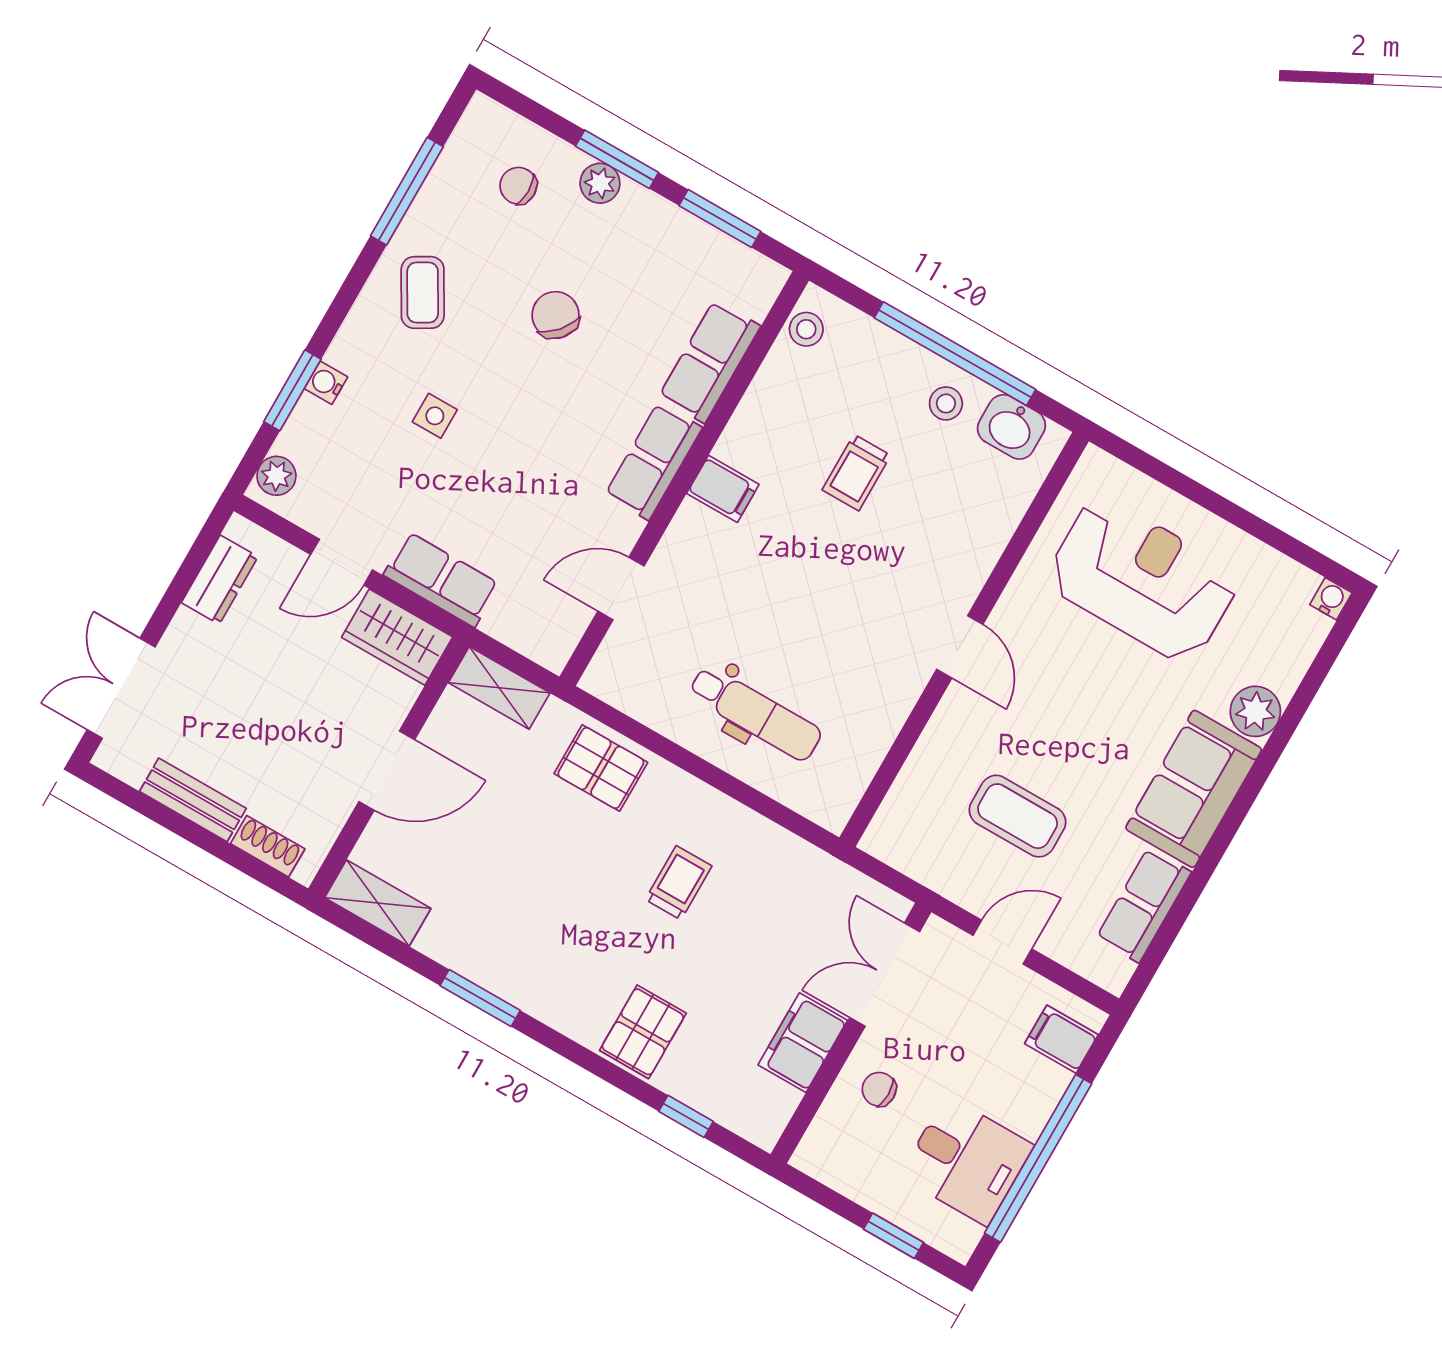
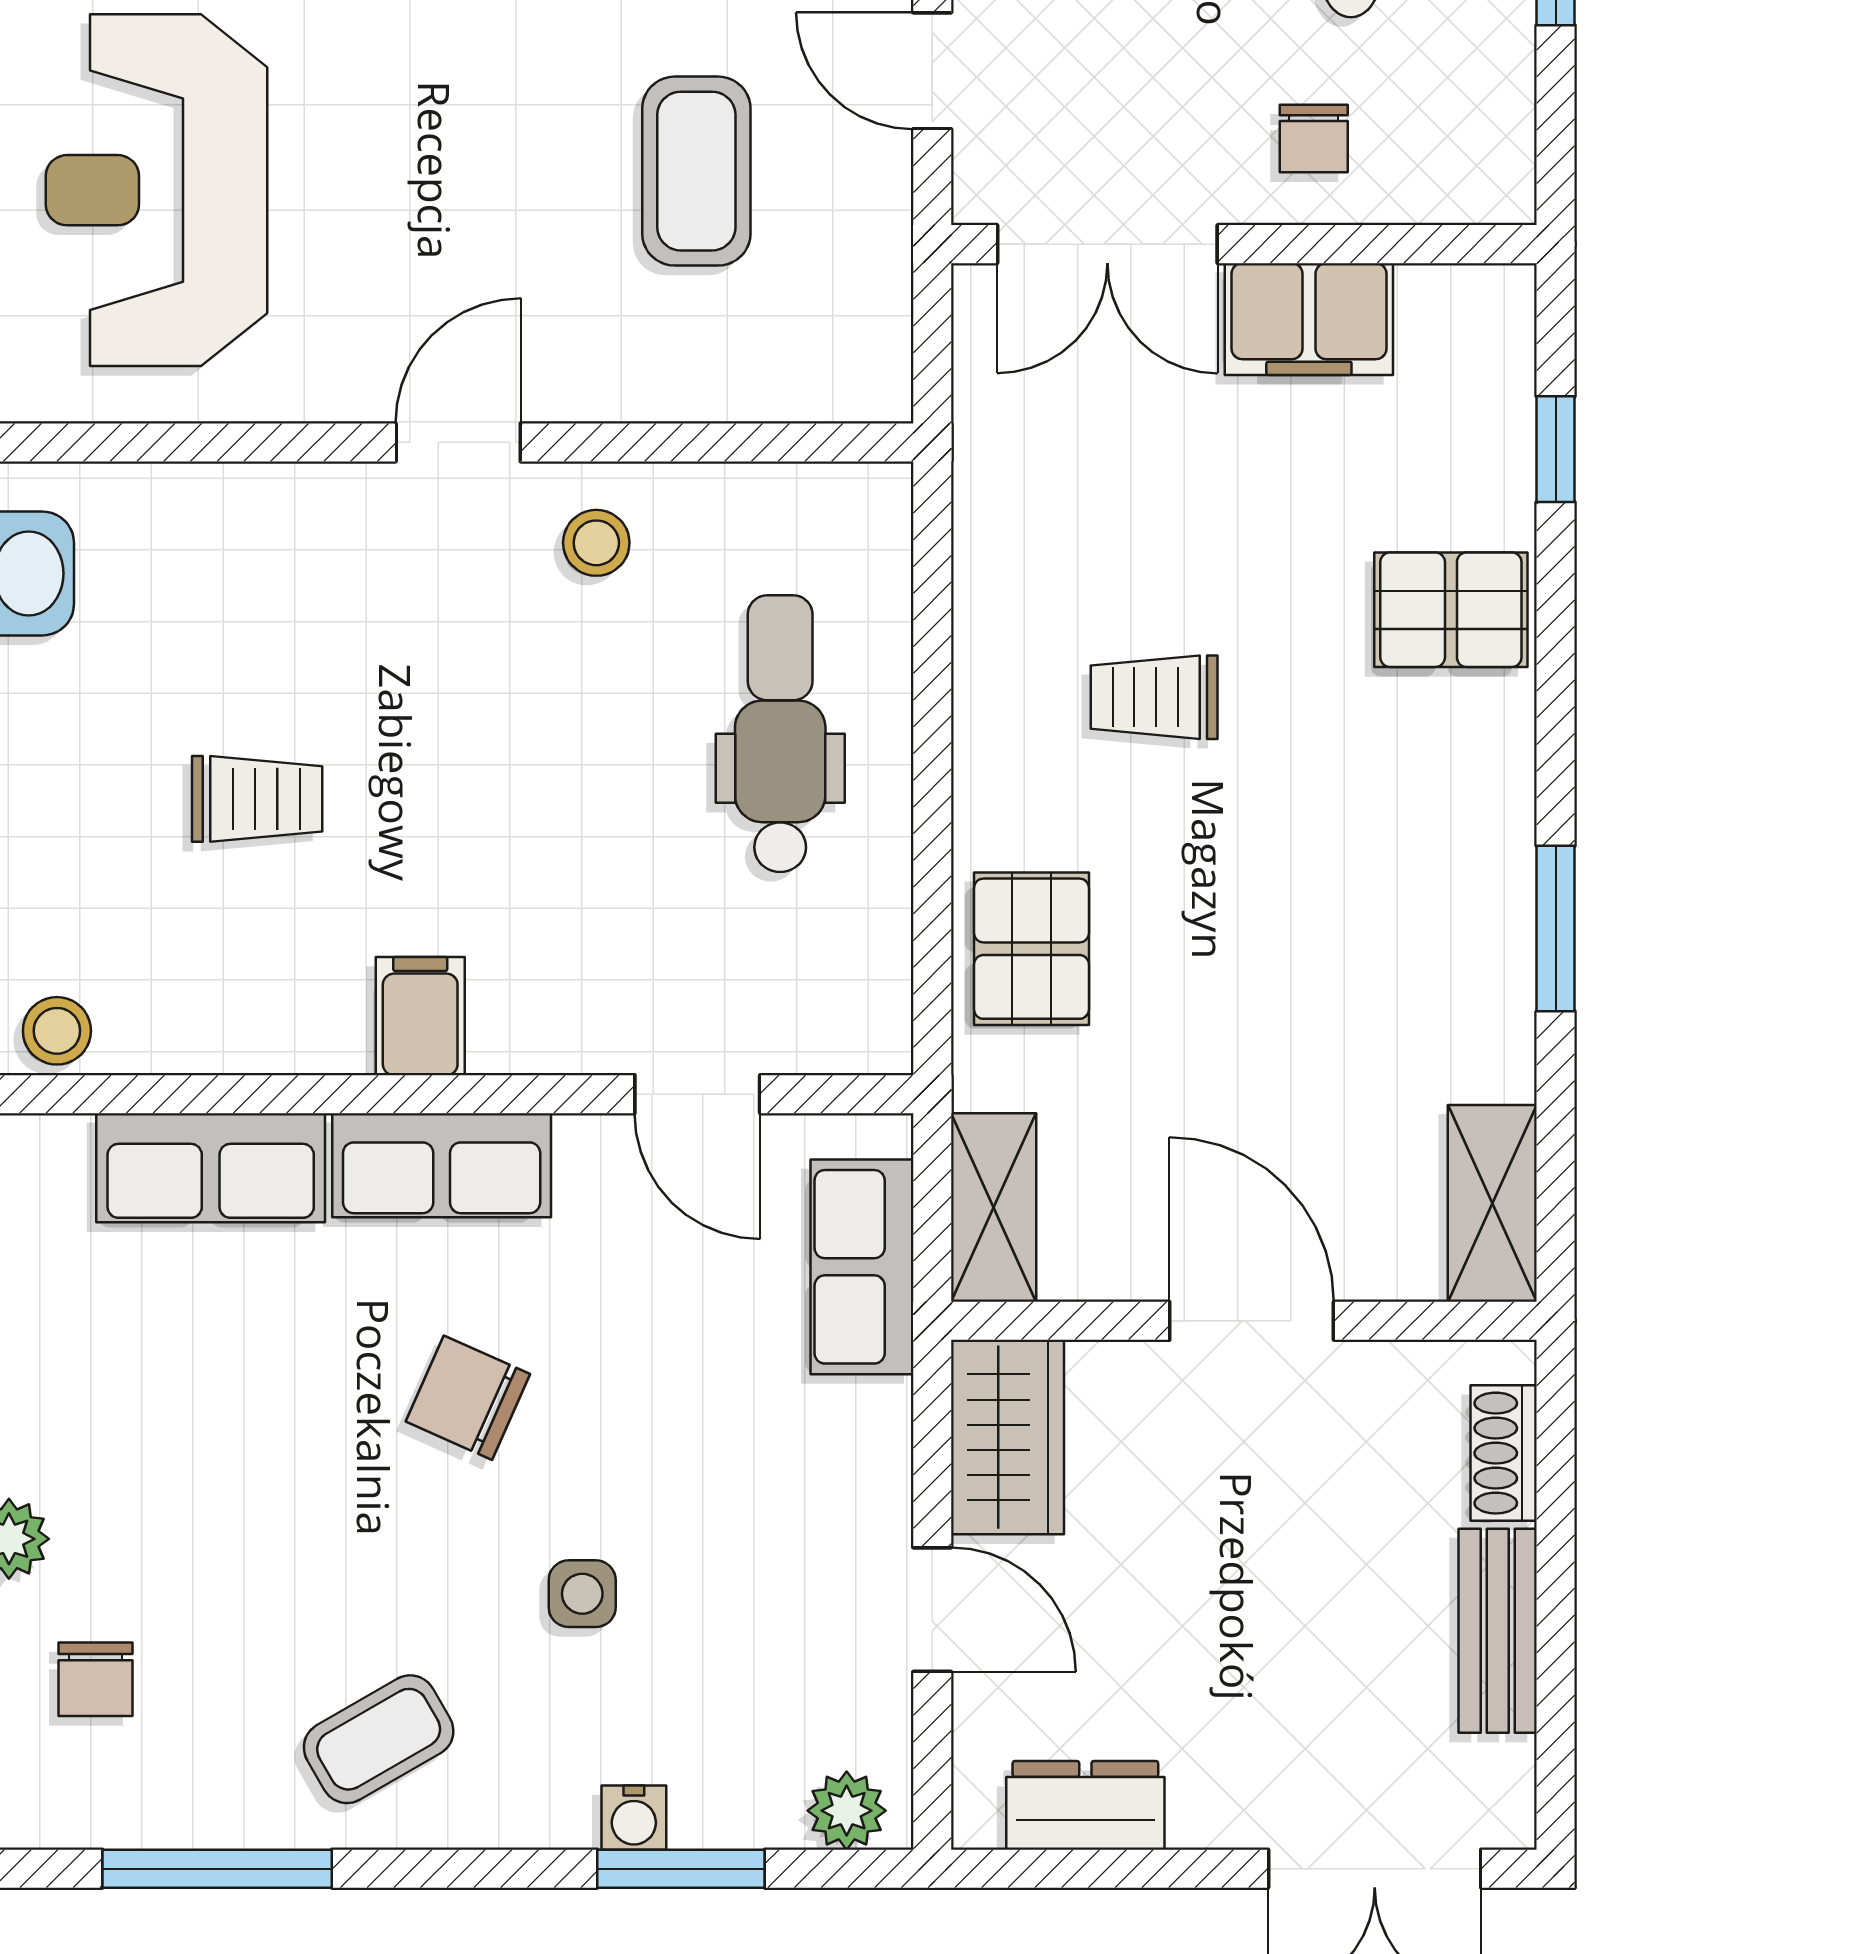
chair: (556, 315) -> (468, 1398), moved, turned 73
stool: (946, 403) -> (596, 543), moved
row of seats: (441, 579) -> (862, 1267), moved

